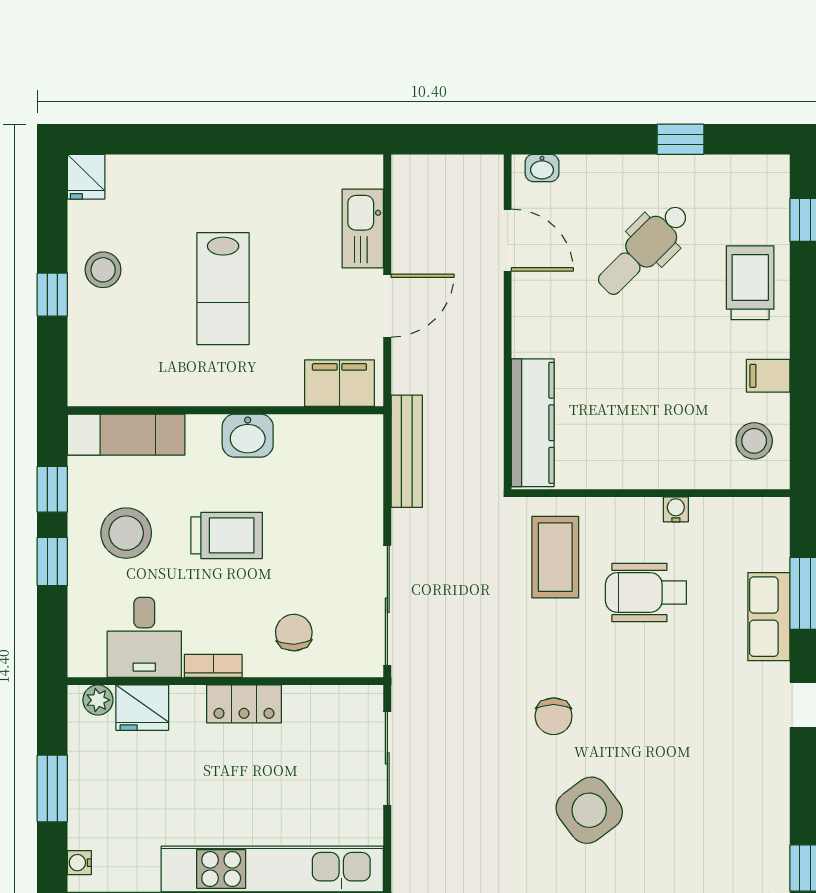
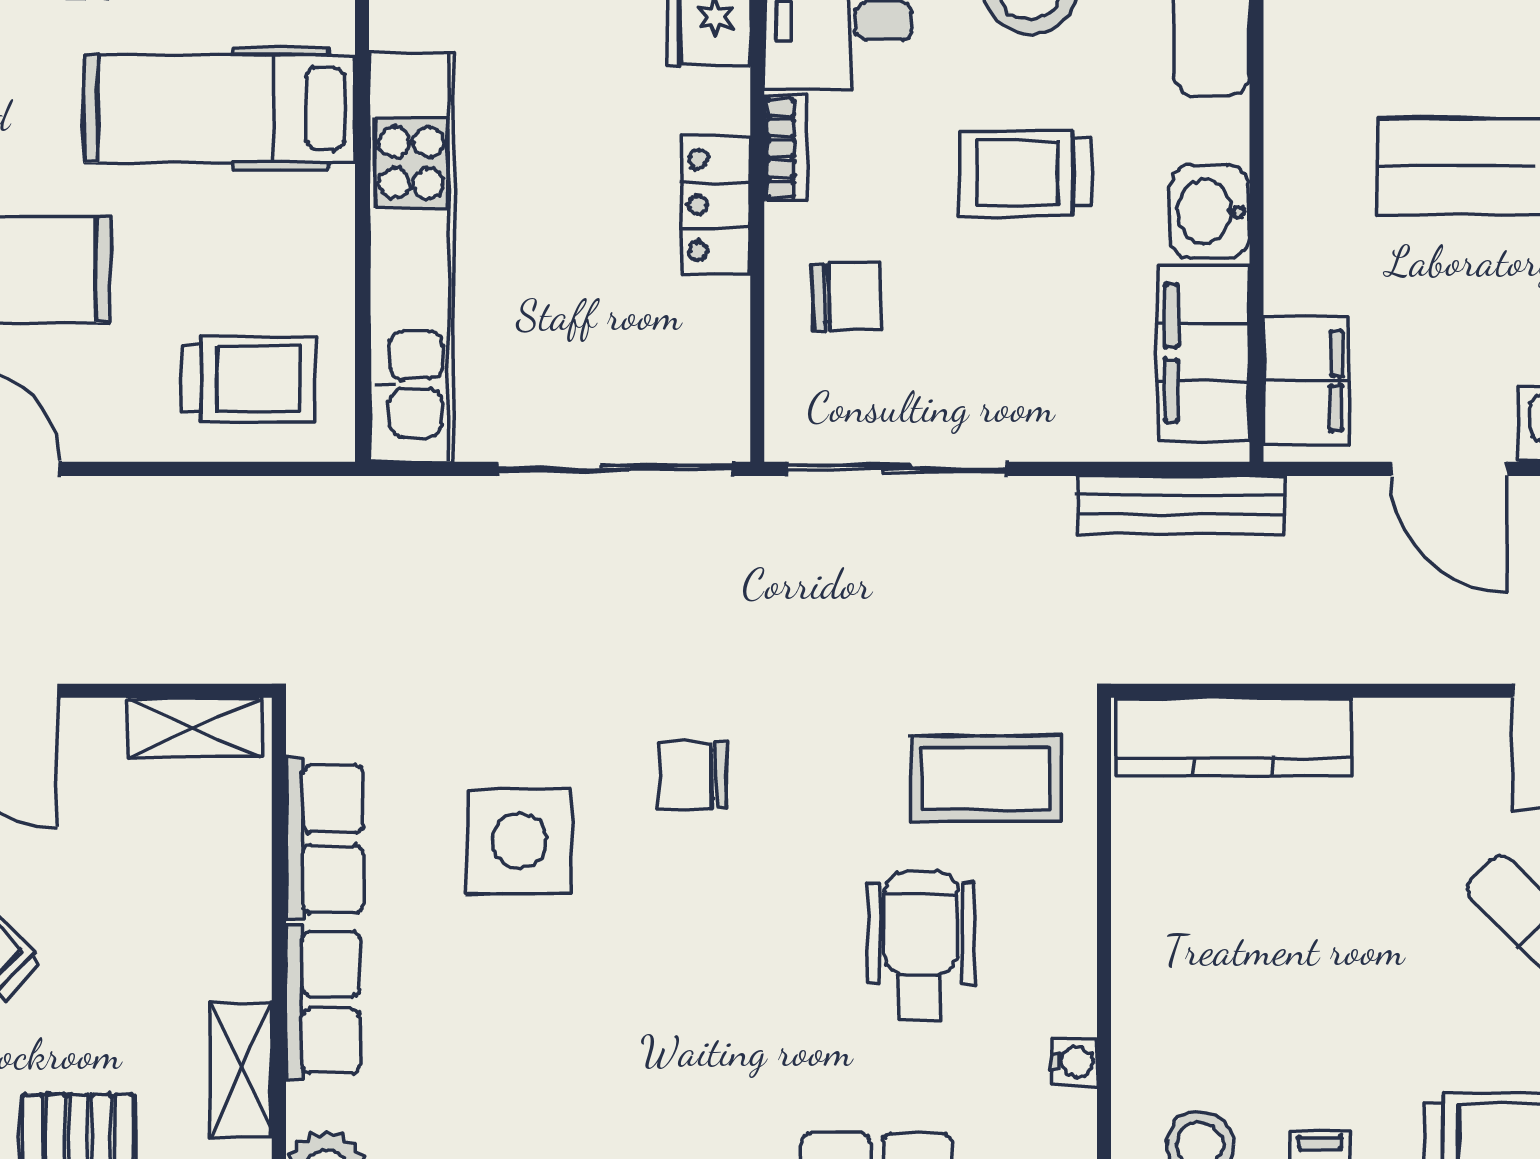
filing cabinet: (324, 439) -> (1204, 353), added
water cooler: (676, 509) -> (1074, 1062), moved
trolley: (227, 535) -> (1026, 173), turned 90
sliding door: (387, 758) -> (615, 469), width x1.37
side table: (589, 810) -> (520, 841), turned 37

